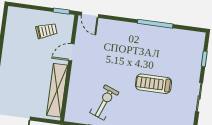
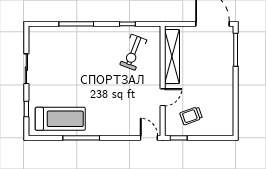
treadmill: (153, 84) -> (60, 119), moved, width x1.37, depth x1.38
exercise bike: (104, 102) -> (133, 52), moved

